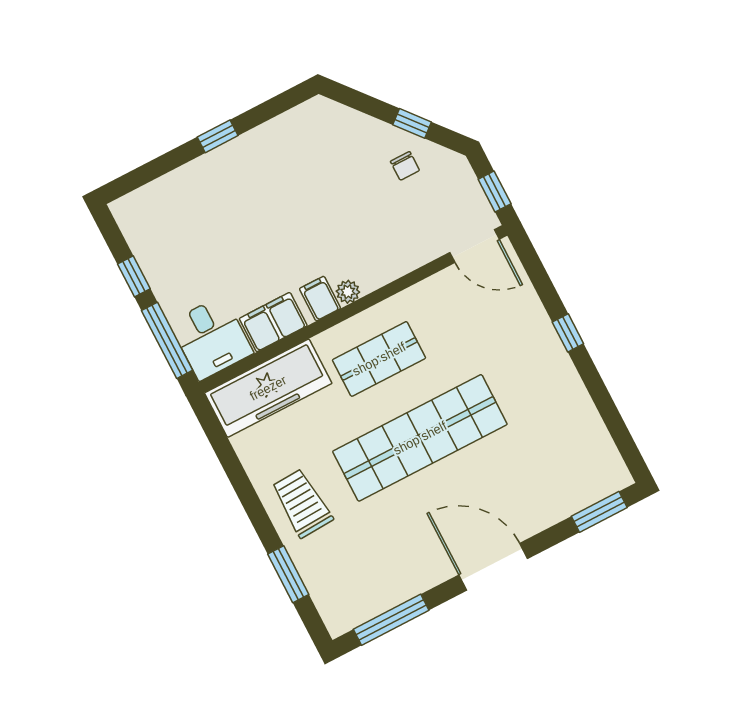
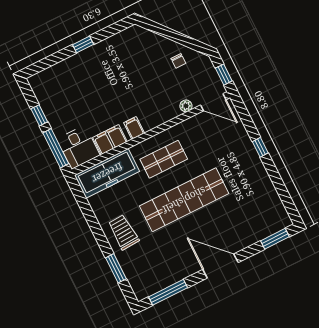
window: (412, 123) -> (182, 39), removed
plant: (348, 292) -> (186, 106), moved

